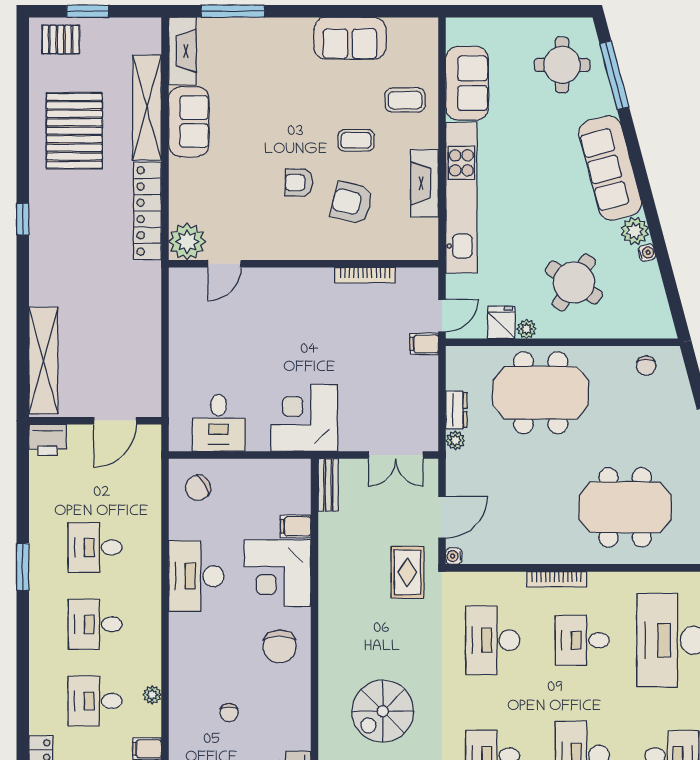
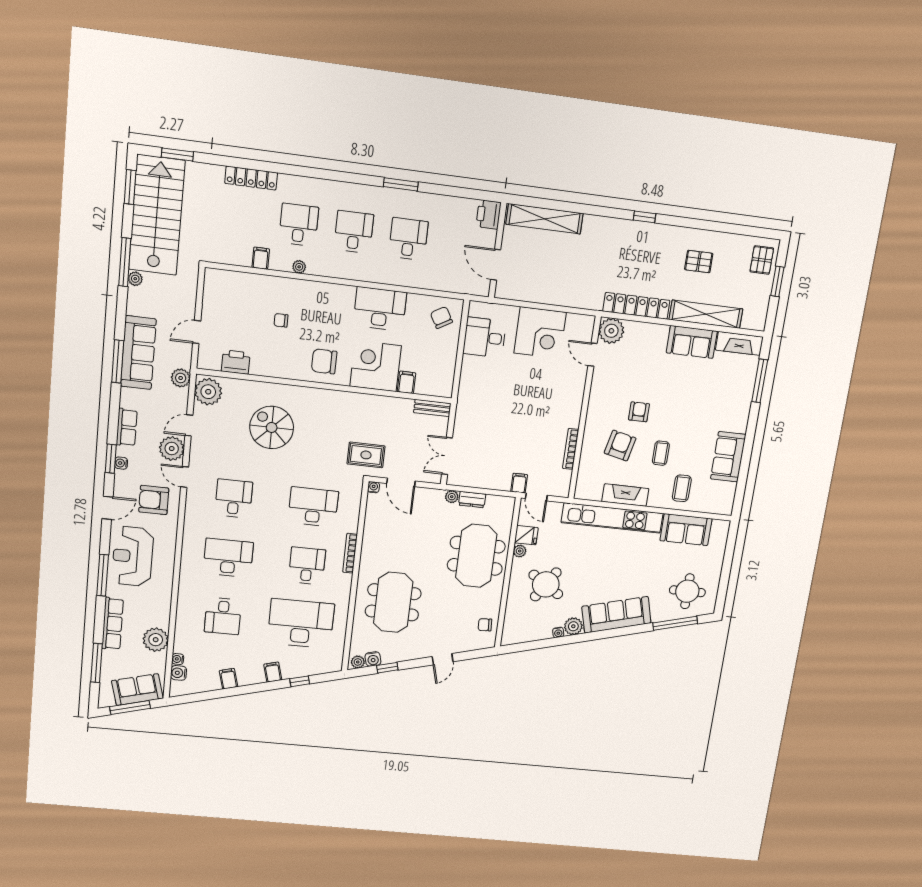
pallet: (74, 131) -> (699, 262), width x0.49, depth x0.50
corner desk: (304, 418) -> (540, 333), moved, turned 90

